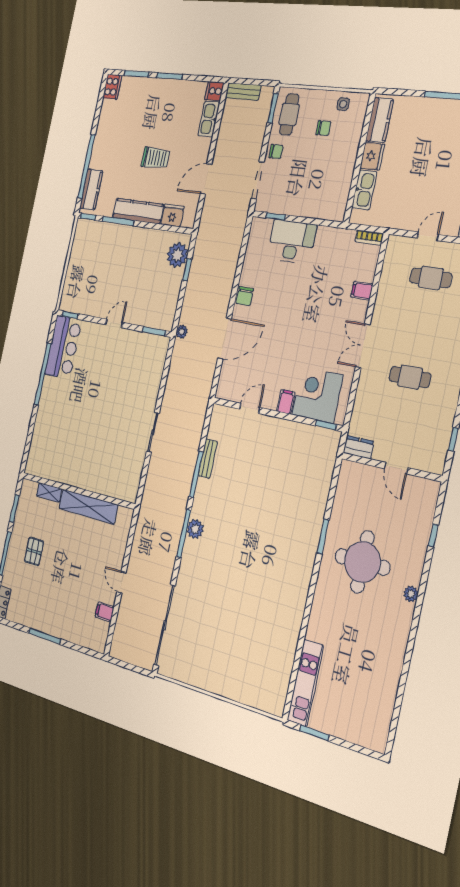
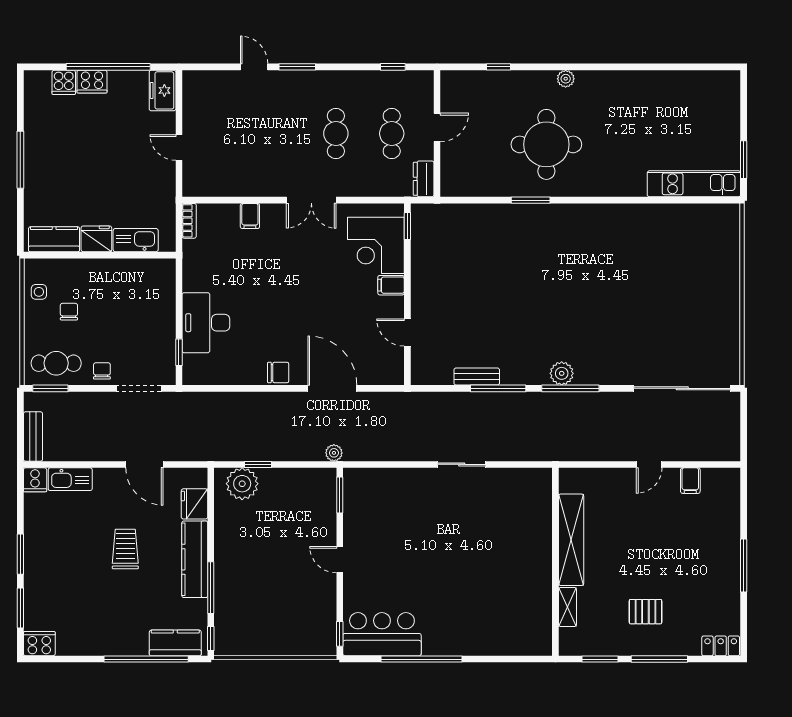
cafe table: (431, 278) -> (392, 134), moved

